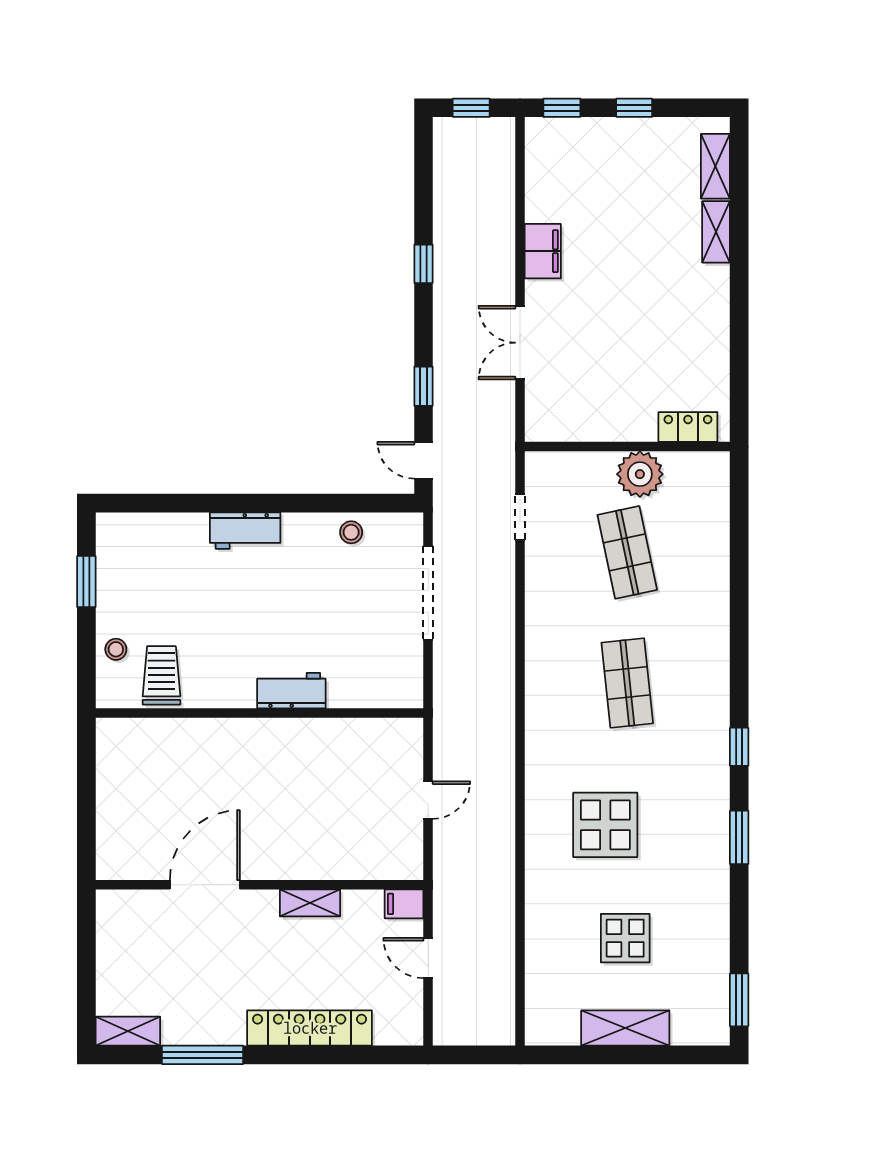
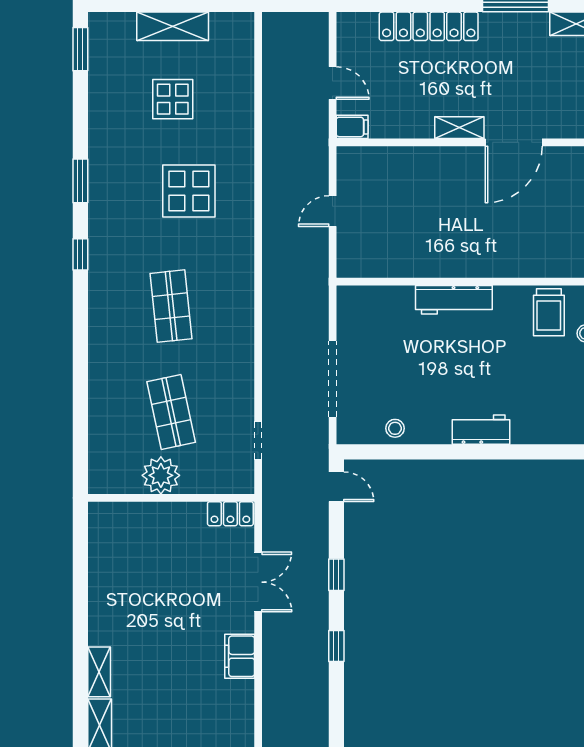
window: (423, 386) -> (336, 575), moved
locker: (688, 427) -> (230, 514), moved
workbench: (291, 691) -> (454, 300), width x1.38
shelving: (310, 903) -> (459, 128), moved

